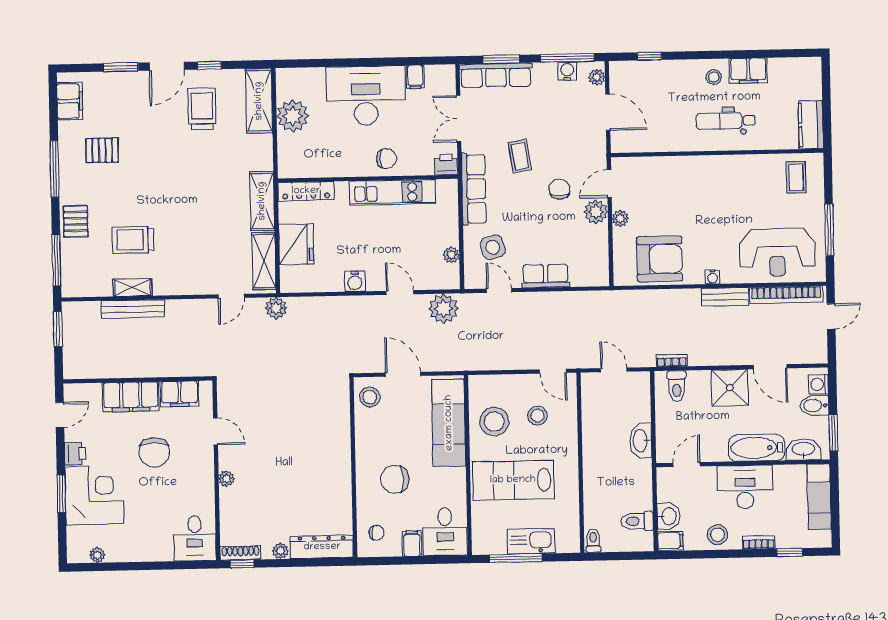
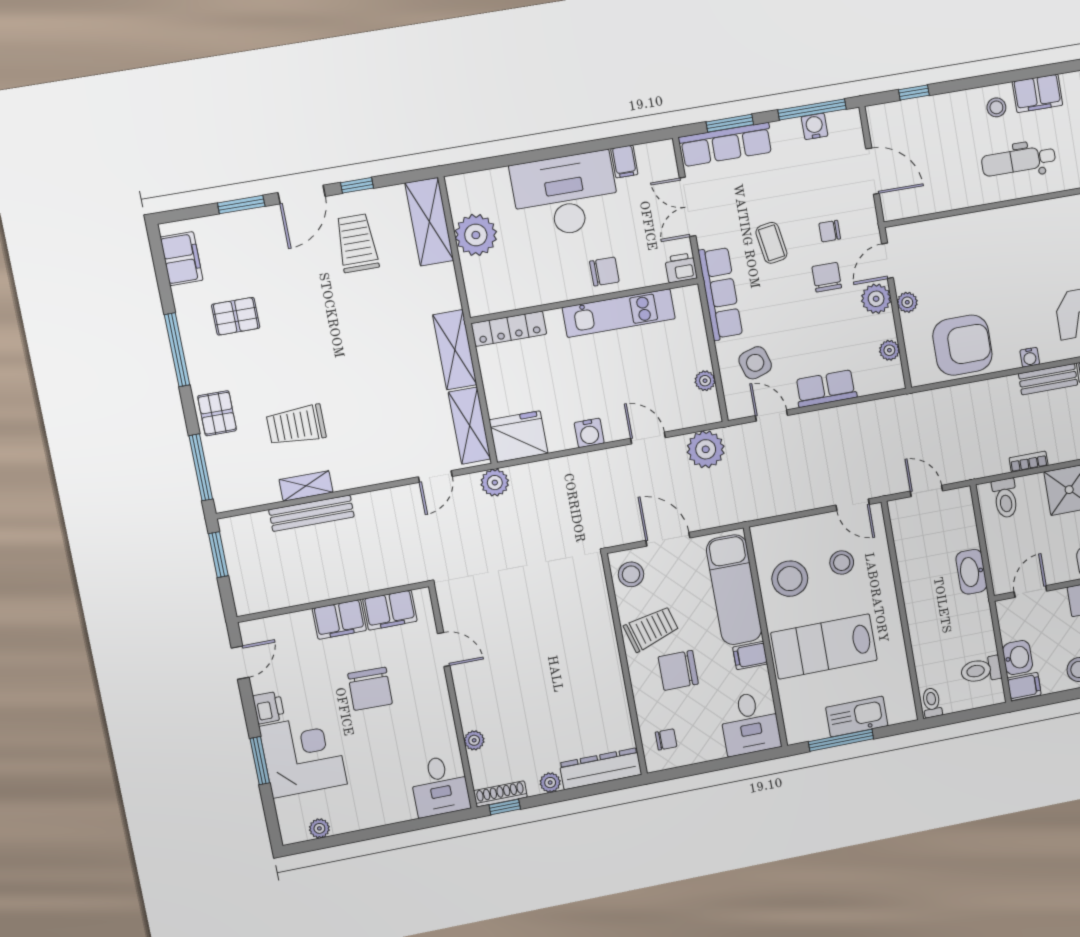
plant: (597, 77) -> (889, 350), moved
chair: (567, 154) -> (830, 231), added
fridge: (296, 244) -> (519, 437), moved, turned -90
bookcase: (672, 361) -> (1029, 462), moved
filing cabinet: (131, 397) -> (339, 619), width x0.67, depth x0.86
trolley: (379, 443) -> (651, 629), added
plant: (227, 478) -> (474, 740), moved
filing cabinet: (412, 544) -> (750, 655), moved, turned -90

